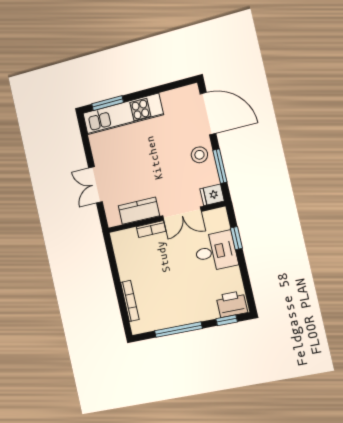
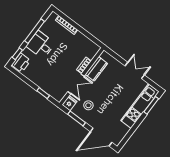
stool: (199, 155) -> (88, 105), moved
double door: (96, 185) -> (135, 70), moved
double door: (182, 214) -> (76, 84), swing flipped
desk: (216, 251) -> (41, 45), moved, turned 90

